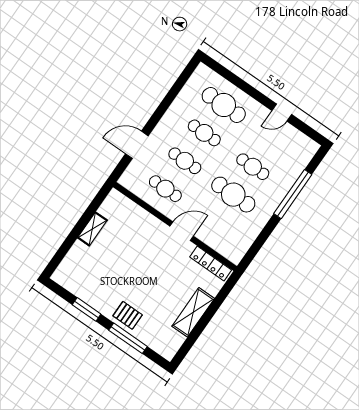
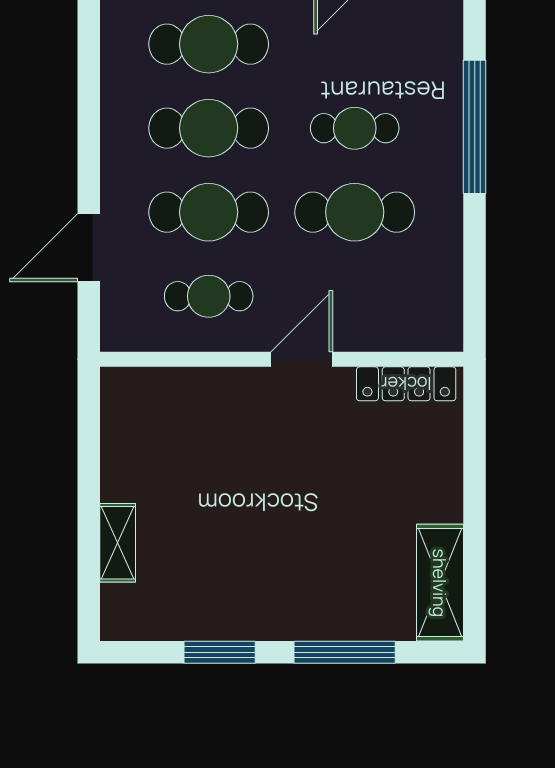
cafe table: (204, 133) -> (209, 128), width x1.37, depth x1.35
cafe table: (185, 161) -> (209, 212), width x1.37, depth x1.35
shelving: (92, 229) -> (118, 543), moved
shelving: (193, 312) -> (440, 583), moved
pallet: (128, 315) -> (311, 606), removed

